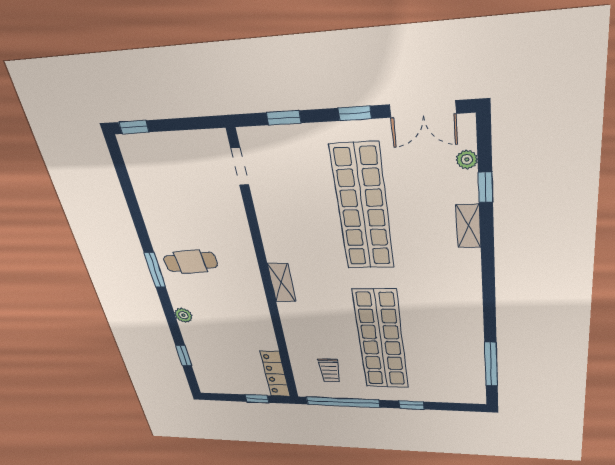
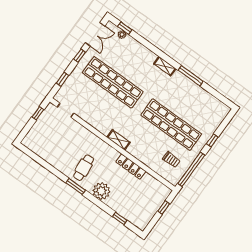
window: (134, 127) -> (38, 113), moved
window: (486, 187) -> (125, 28), moved
shelving: (468, 226) -> (165, 66), moved
plant: (183, 315) -> (101, 191), width x1.88, depth x1.88
window: (491, 364) -> (191, 76), moved
locker: (275, 374) -> (131, 167), moved

